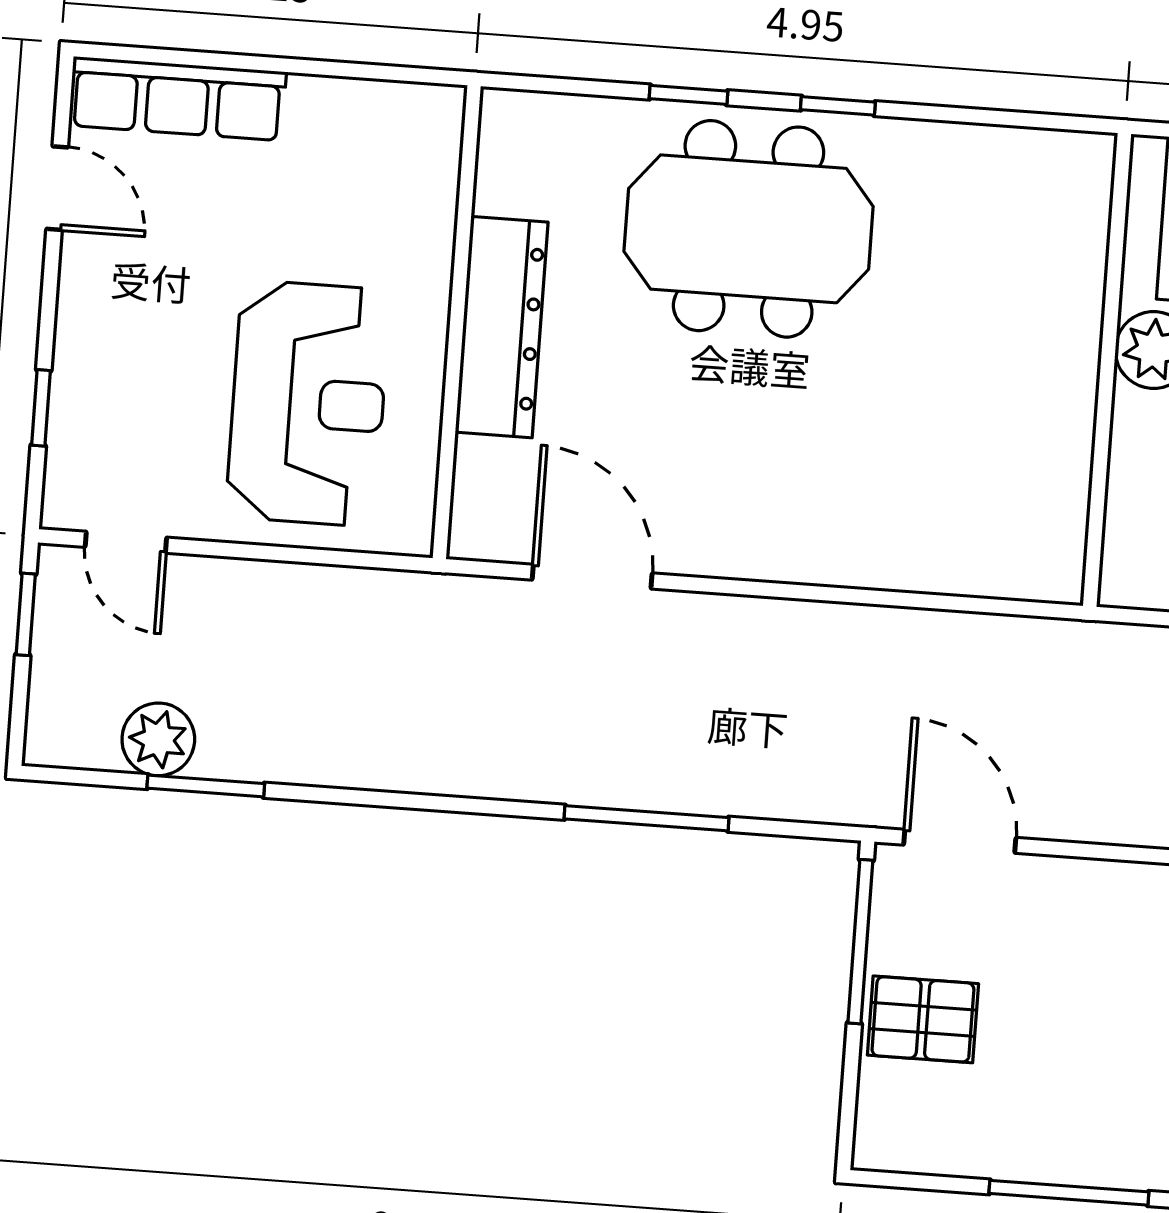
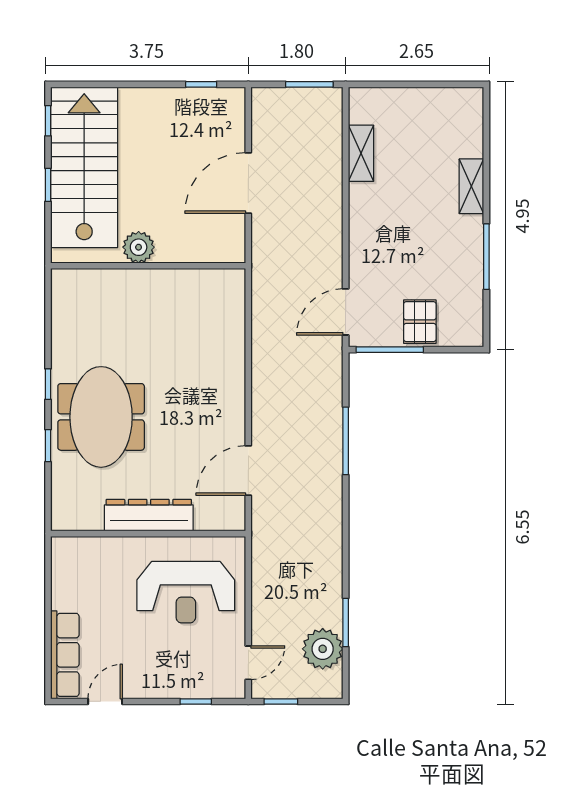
reception desk: (308, 403) -> (186, 592), turned 180
plant: (158, 739) -> (323, 649), width x1.36, depth x1.36

